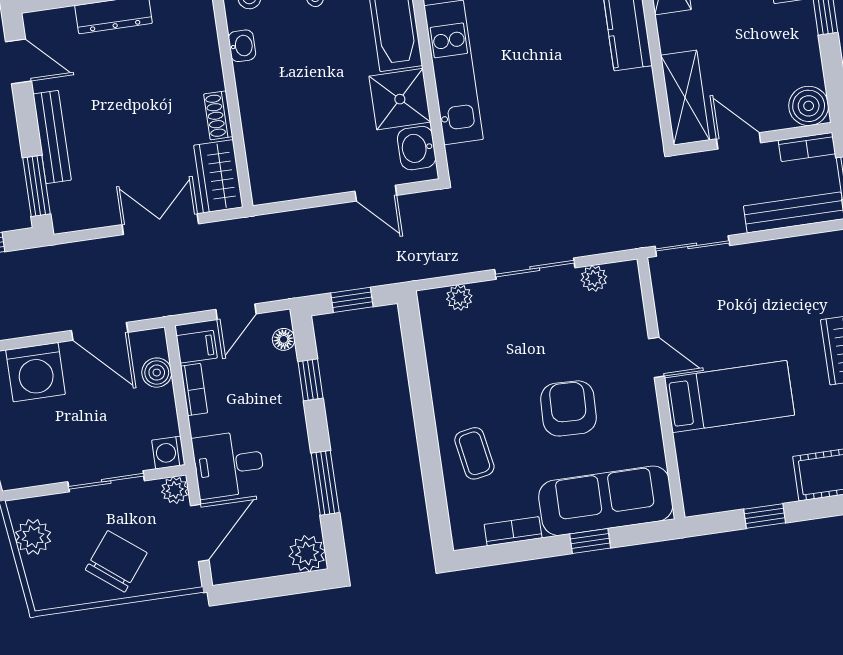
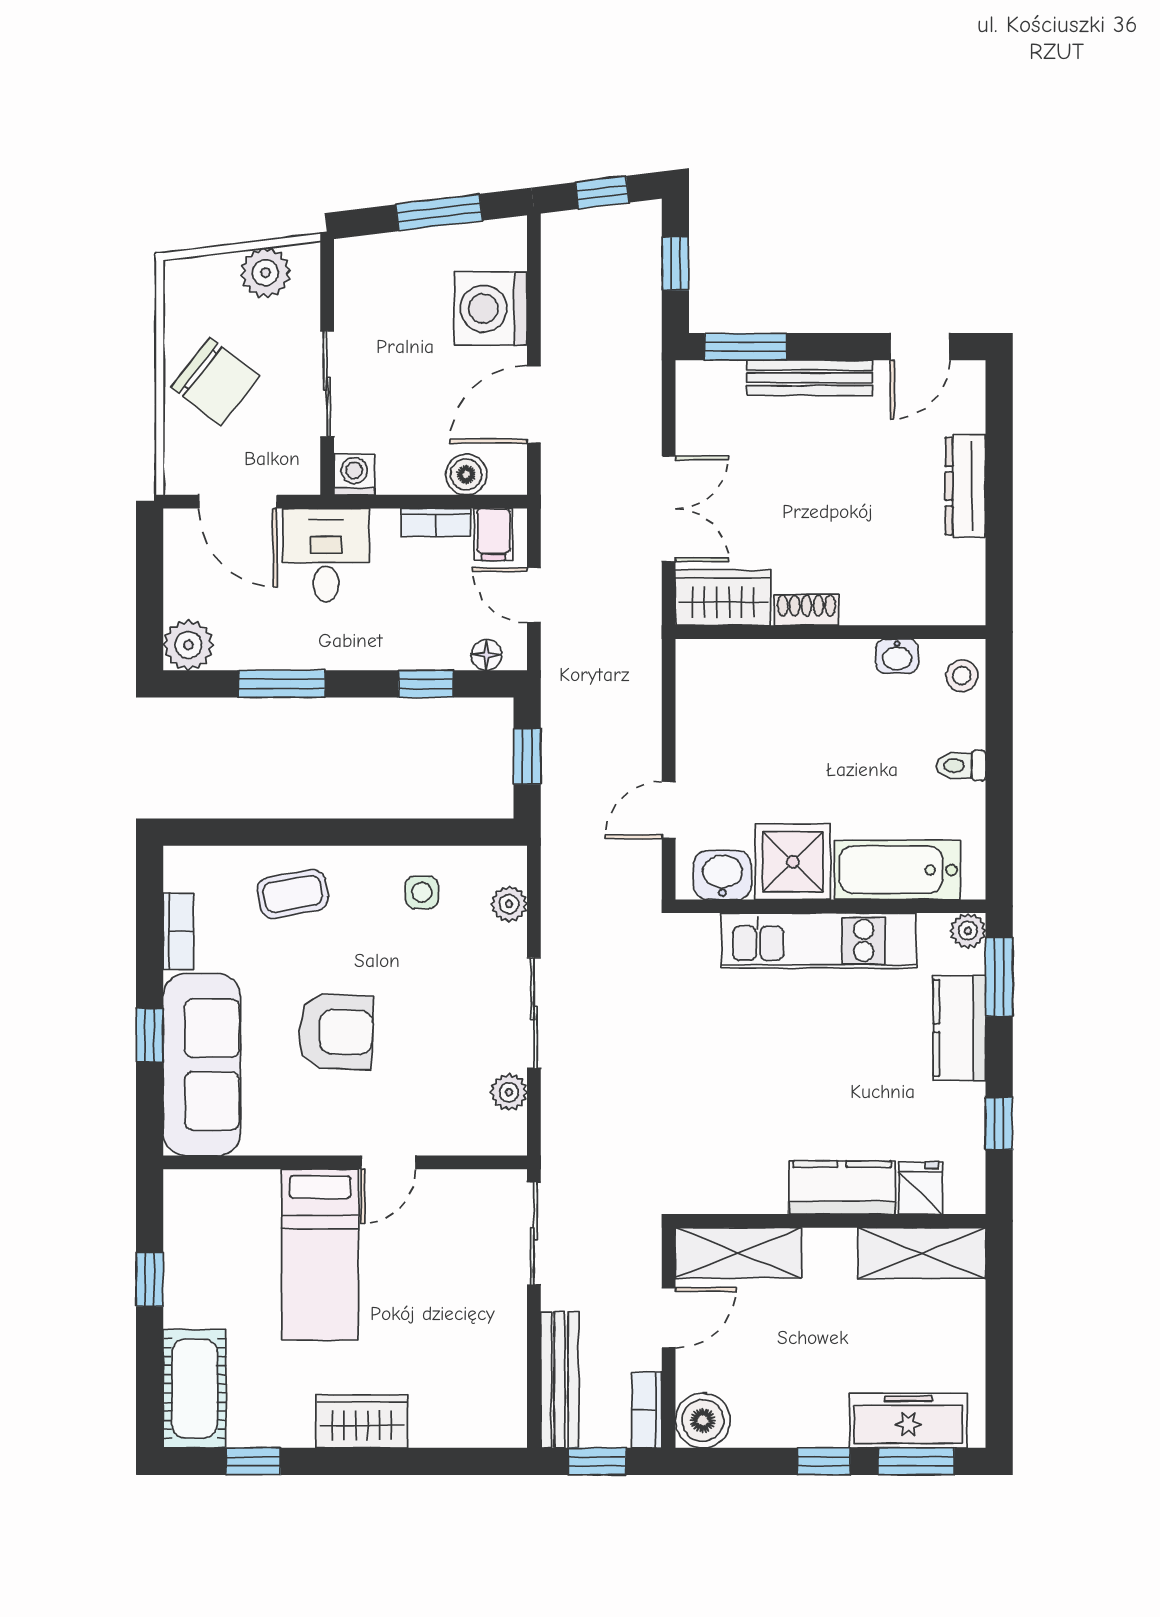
side table: (460, 361) -> (422, 892), added
plant: (175, 490) -> (302, 476), removed

